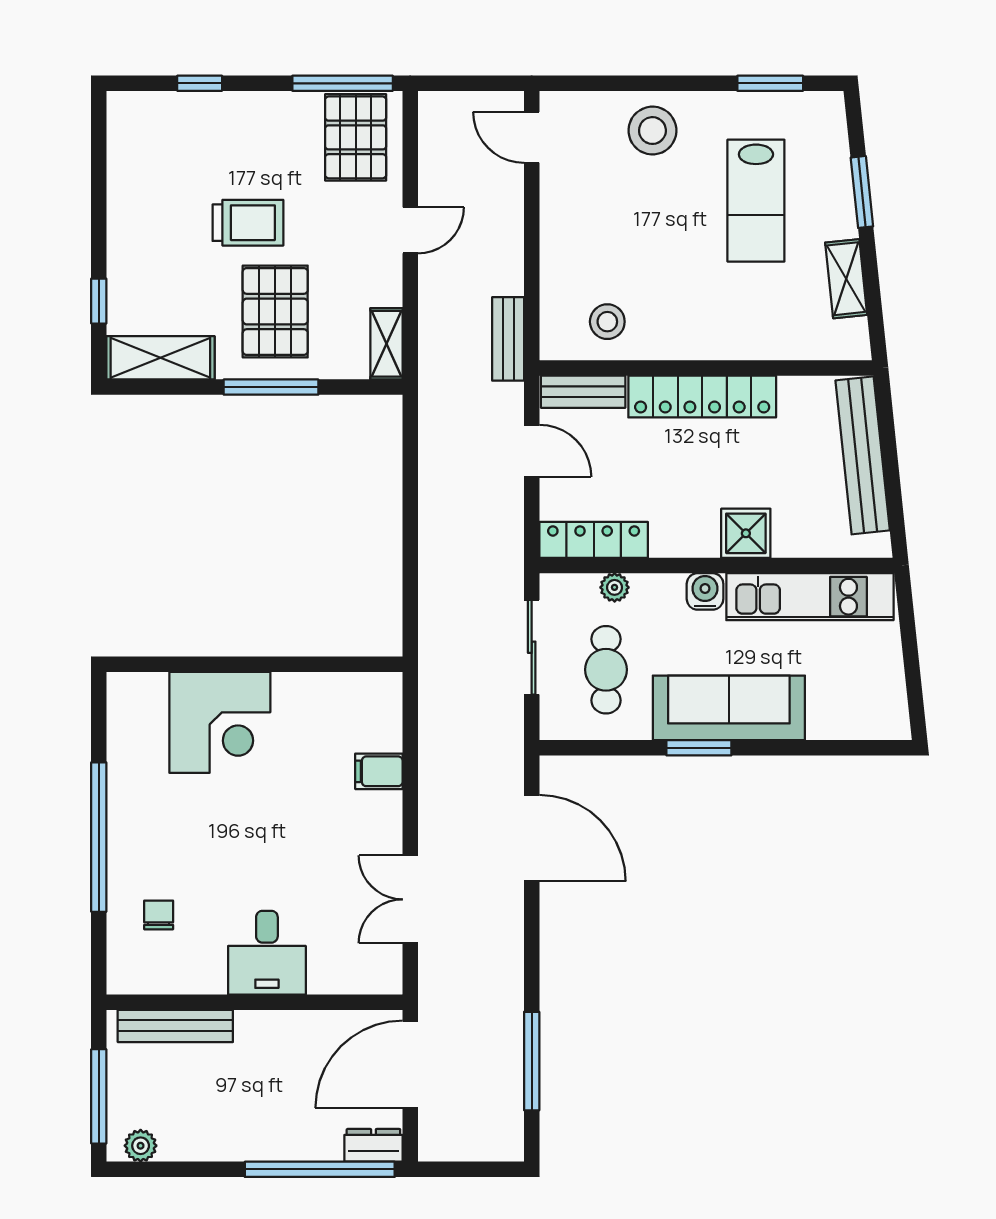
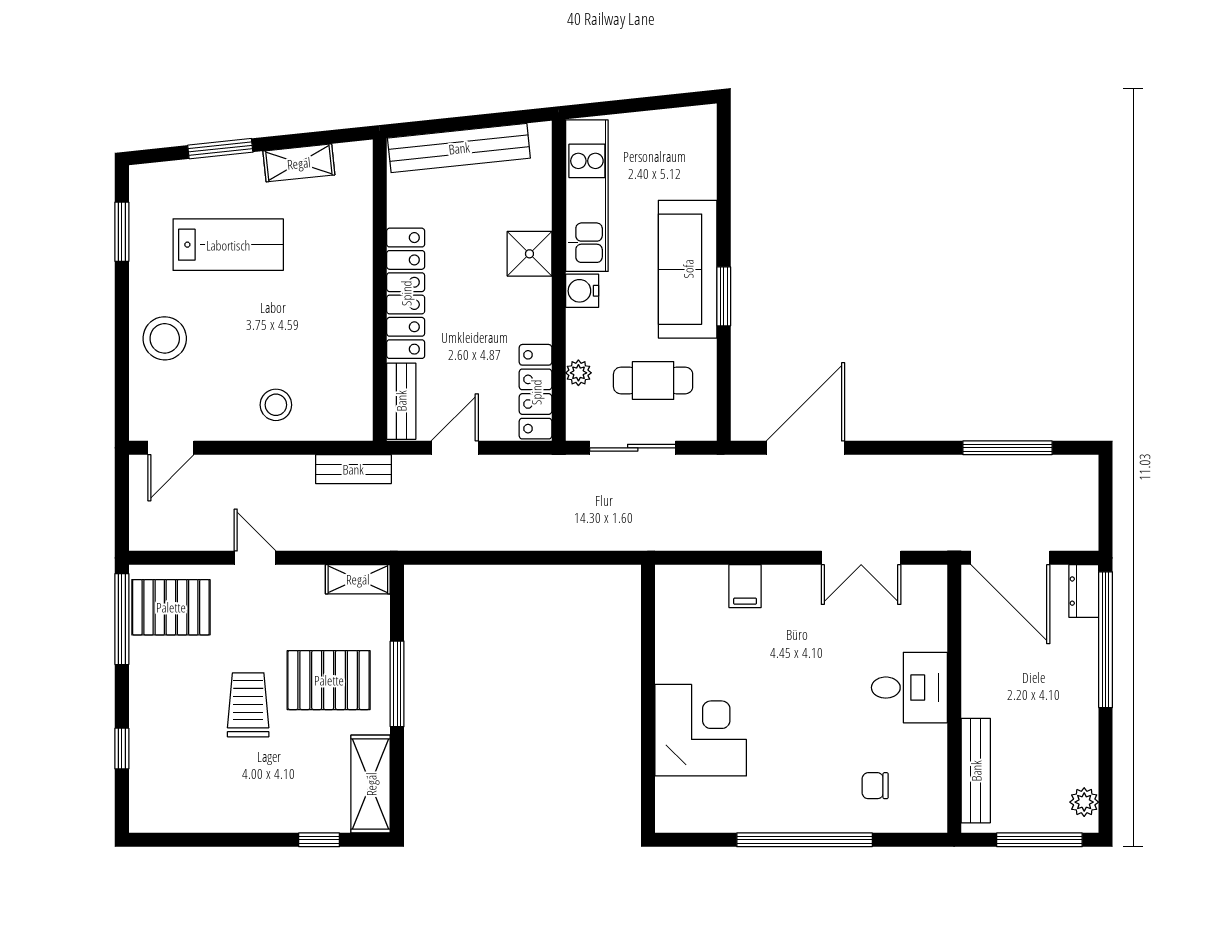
stool: (607, 322) -> (276, 405), moved

